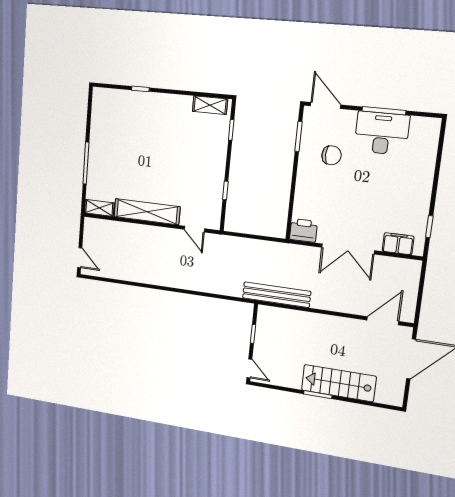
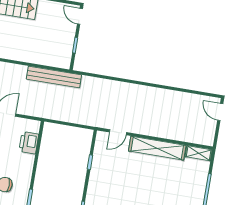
door: (194, 229) -> (118, 132), swing flipped
printer: (303, 230) -> (29, 143), moved, turned 90

